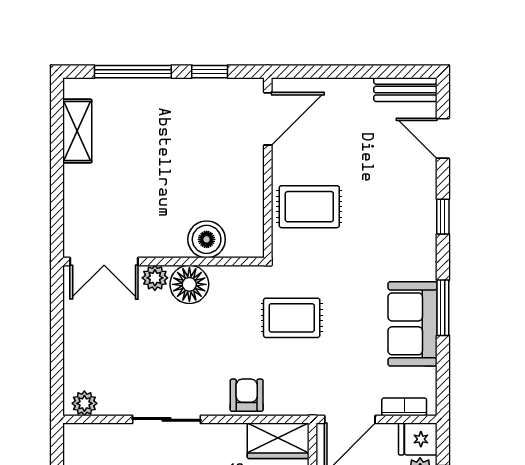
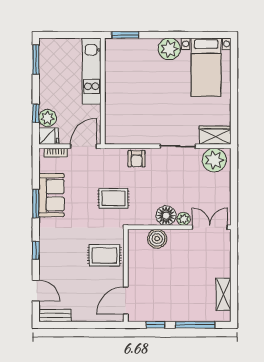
plant: (84, 403) -> (214, 160), width x1.88, depth x1.88
wardrobe: (278, 441) -> (215, 135), moved

